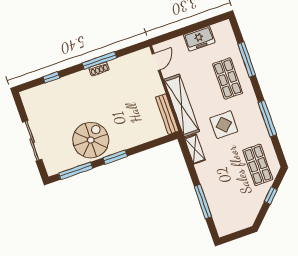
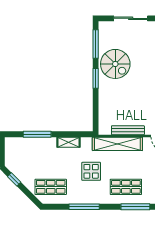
bench: (167, 114) -> (128, 130), moved
shelving: (195, 149) -> (69, 142), moved
window: (271, 196) -> (14, 179), moved

